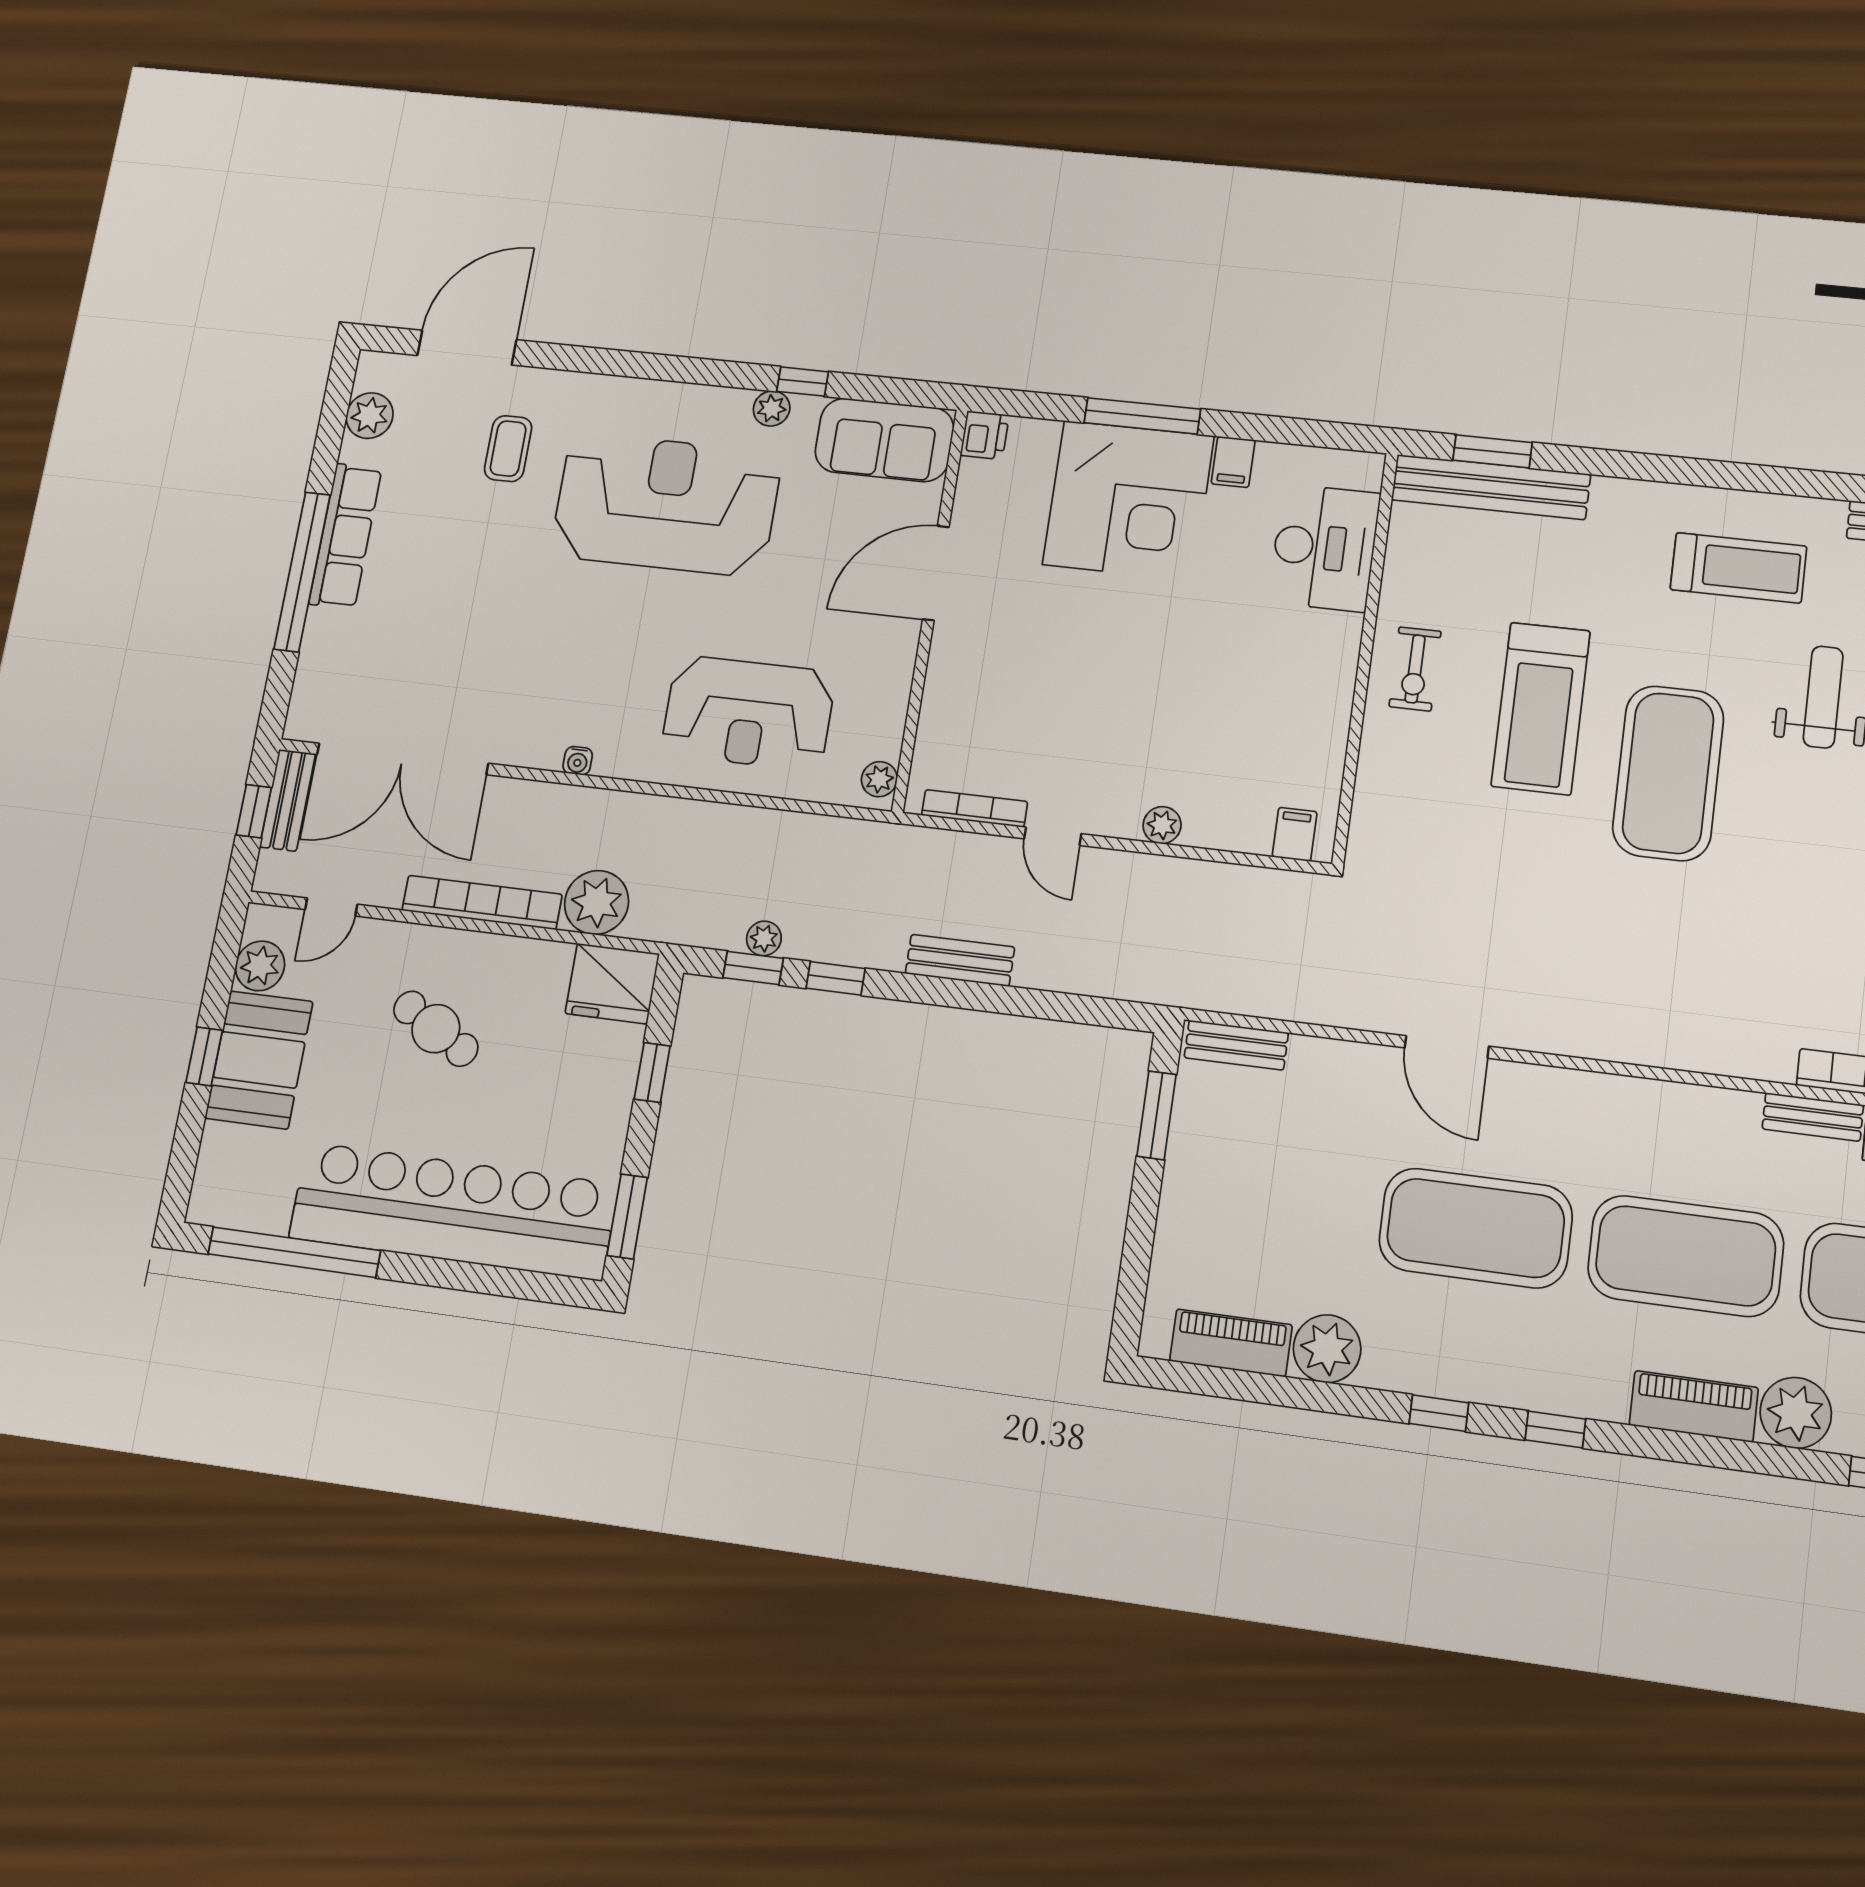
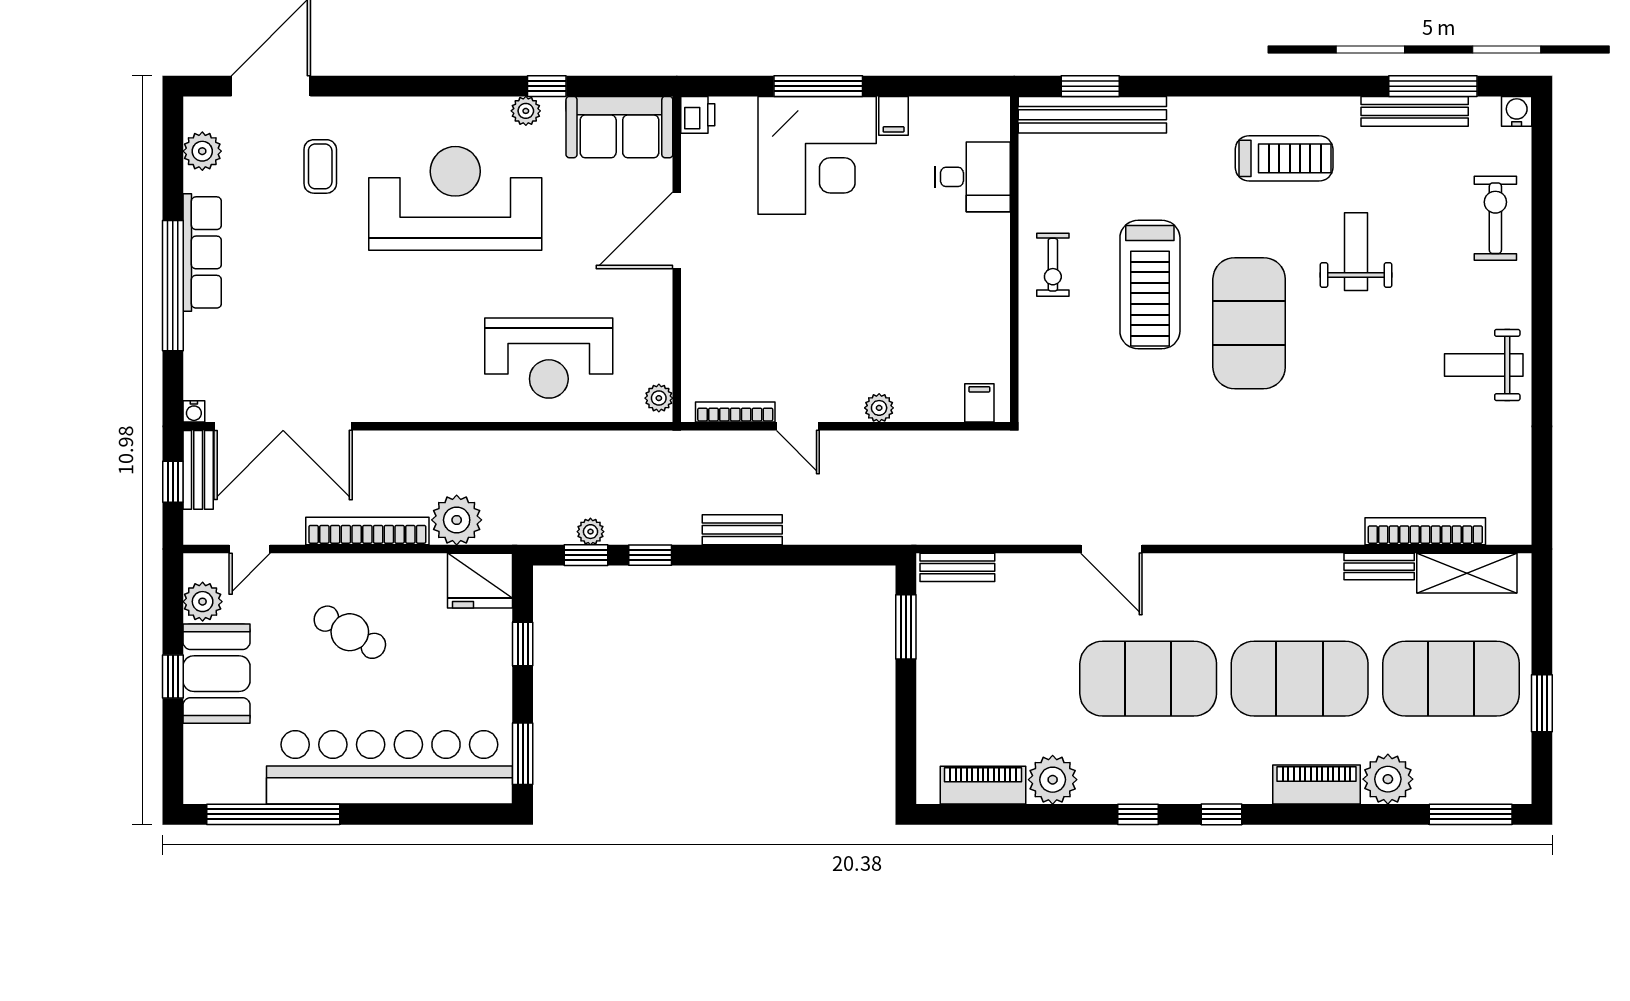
desk: (1324, 548) -> (972, 177), width x0.73
water cooler: (578, 761) -> (194, 411), moved

